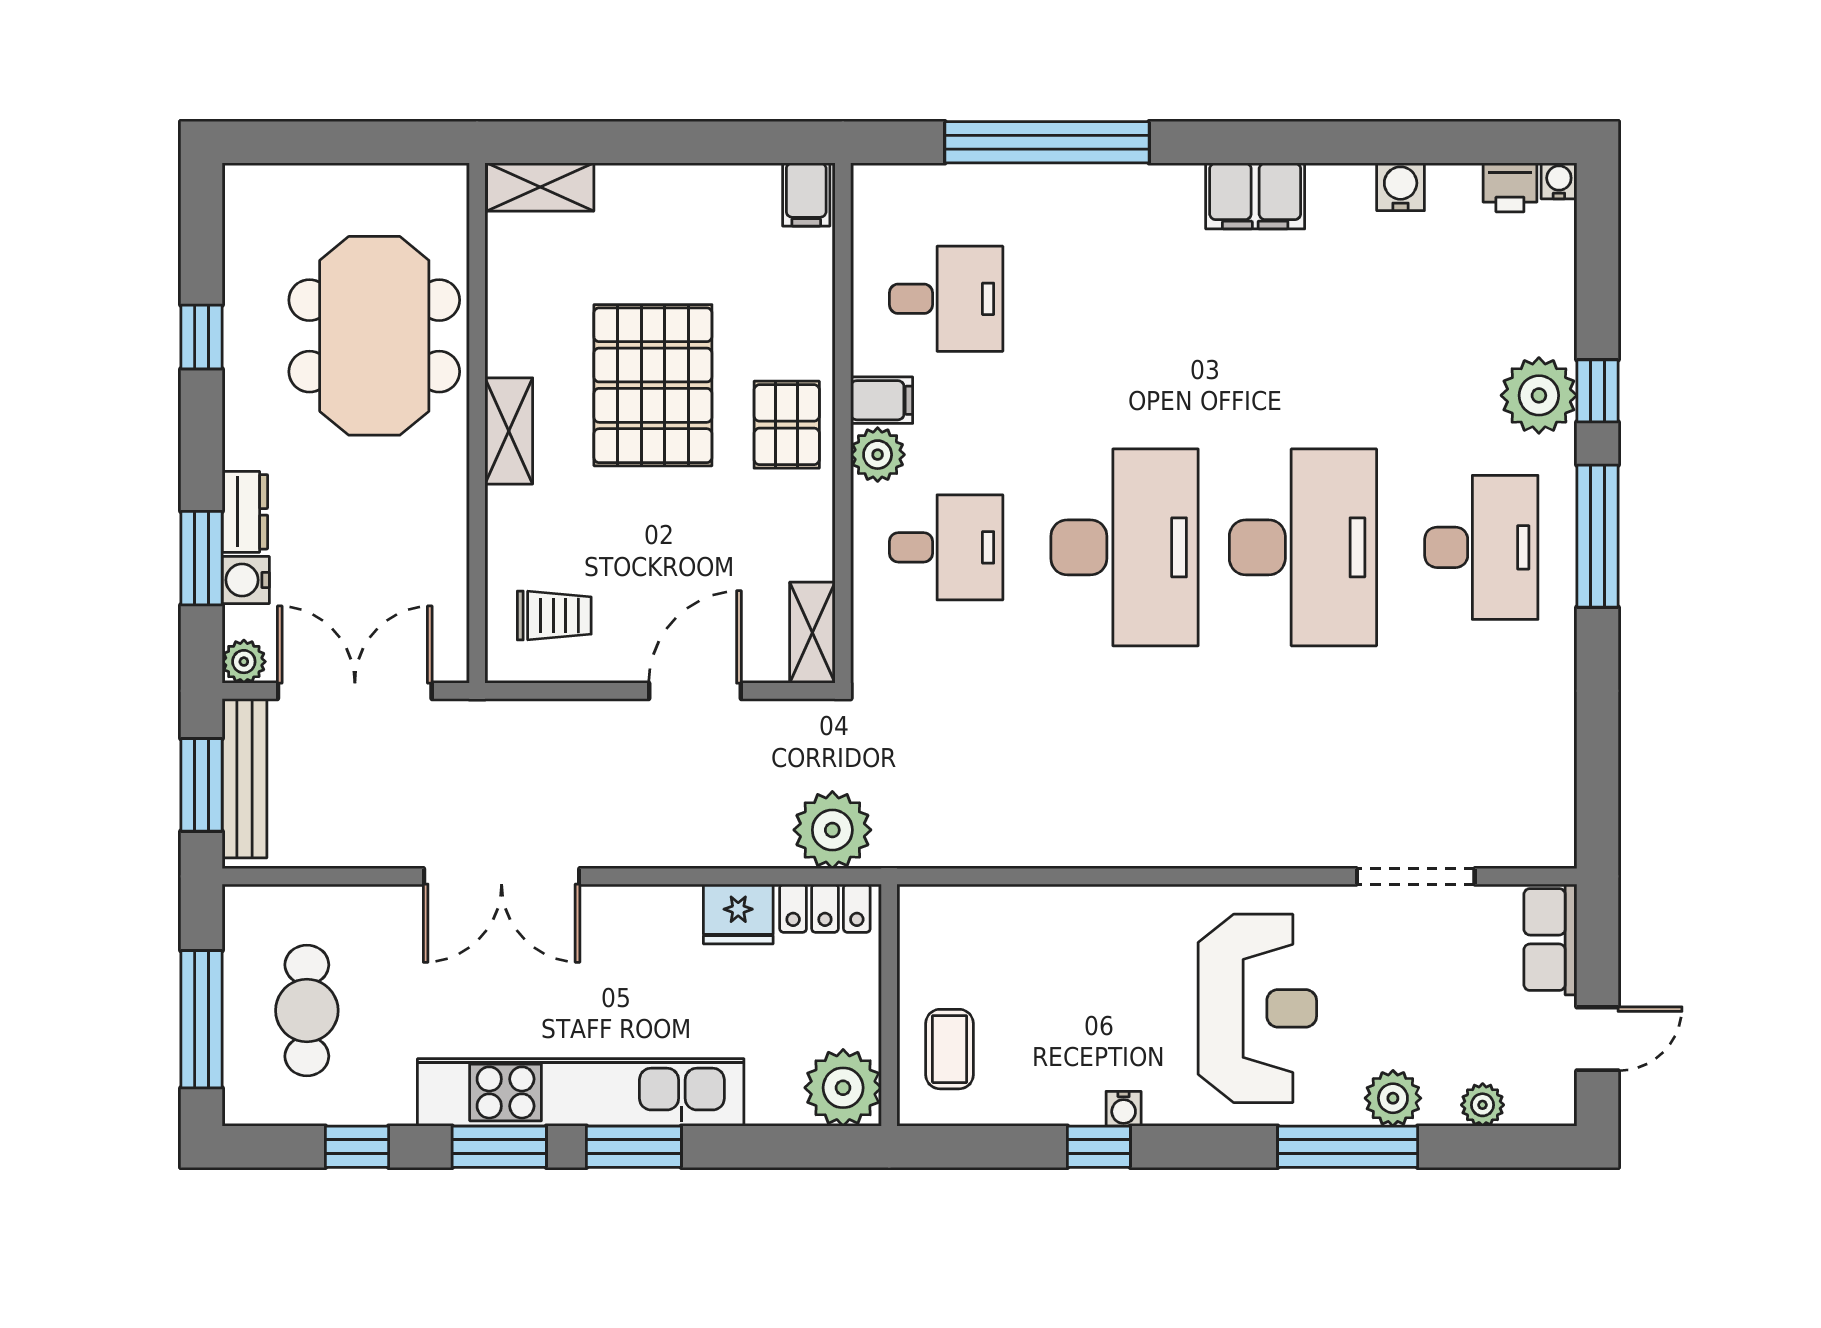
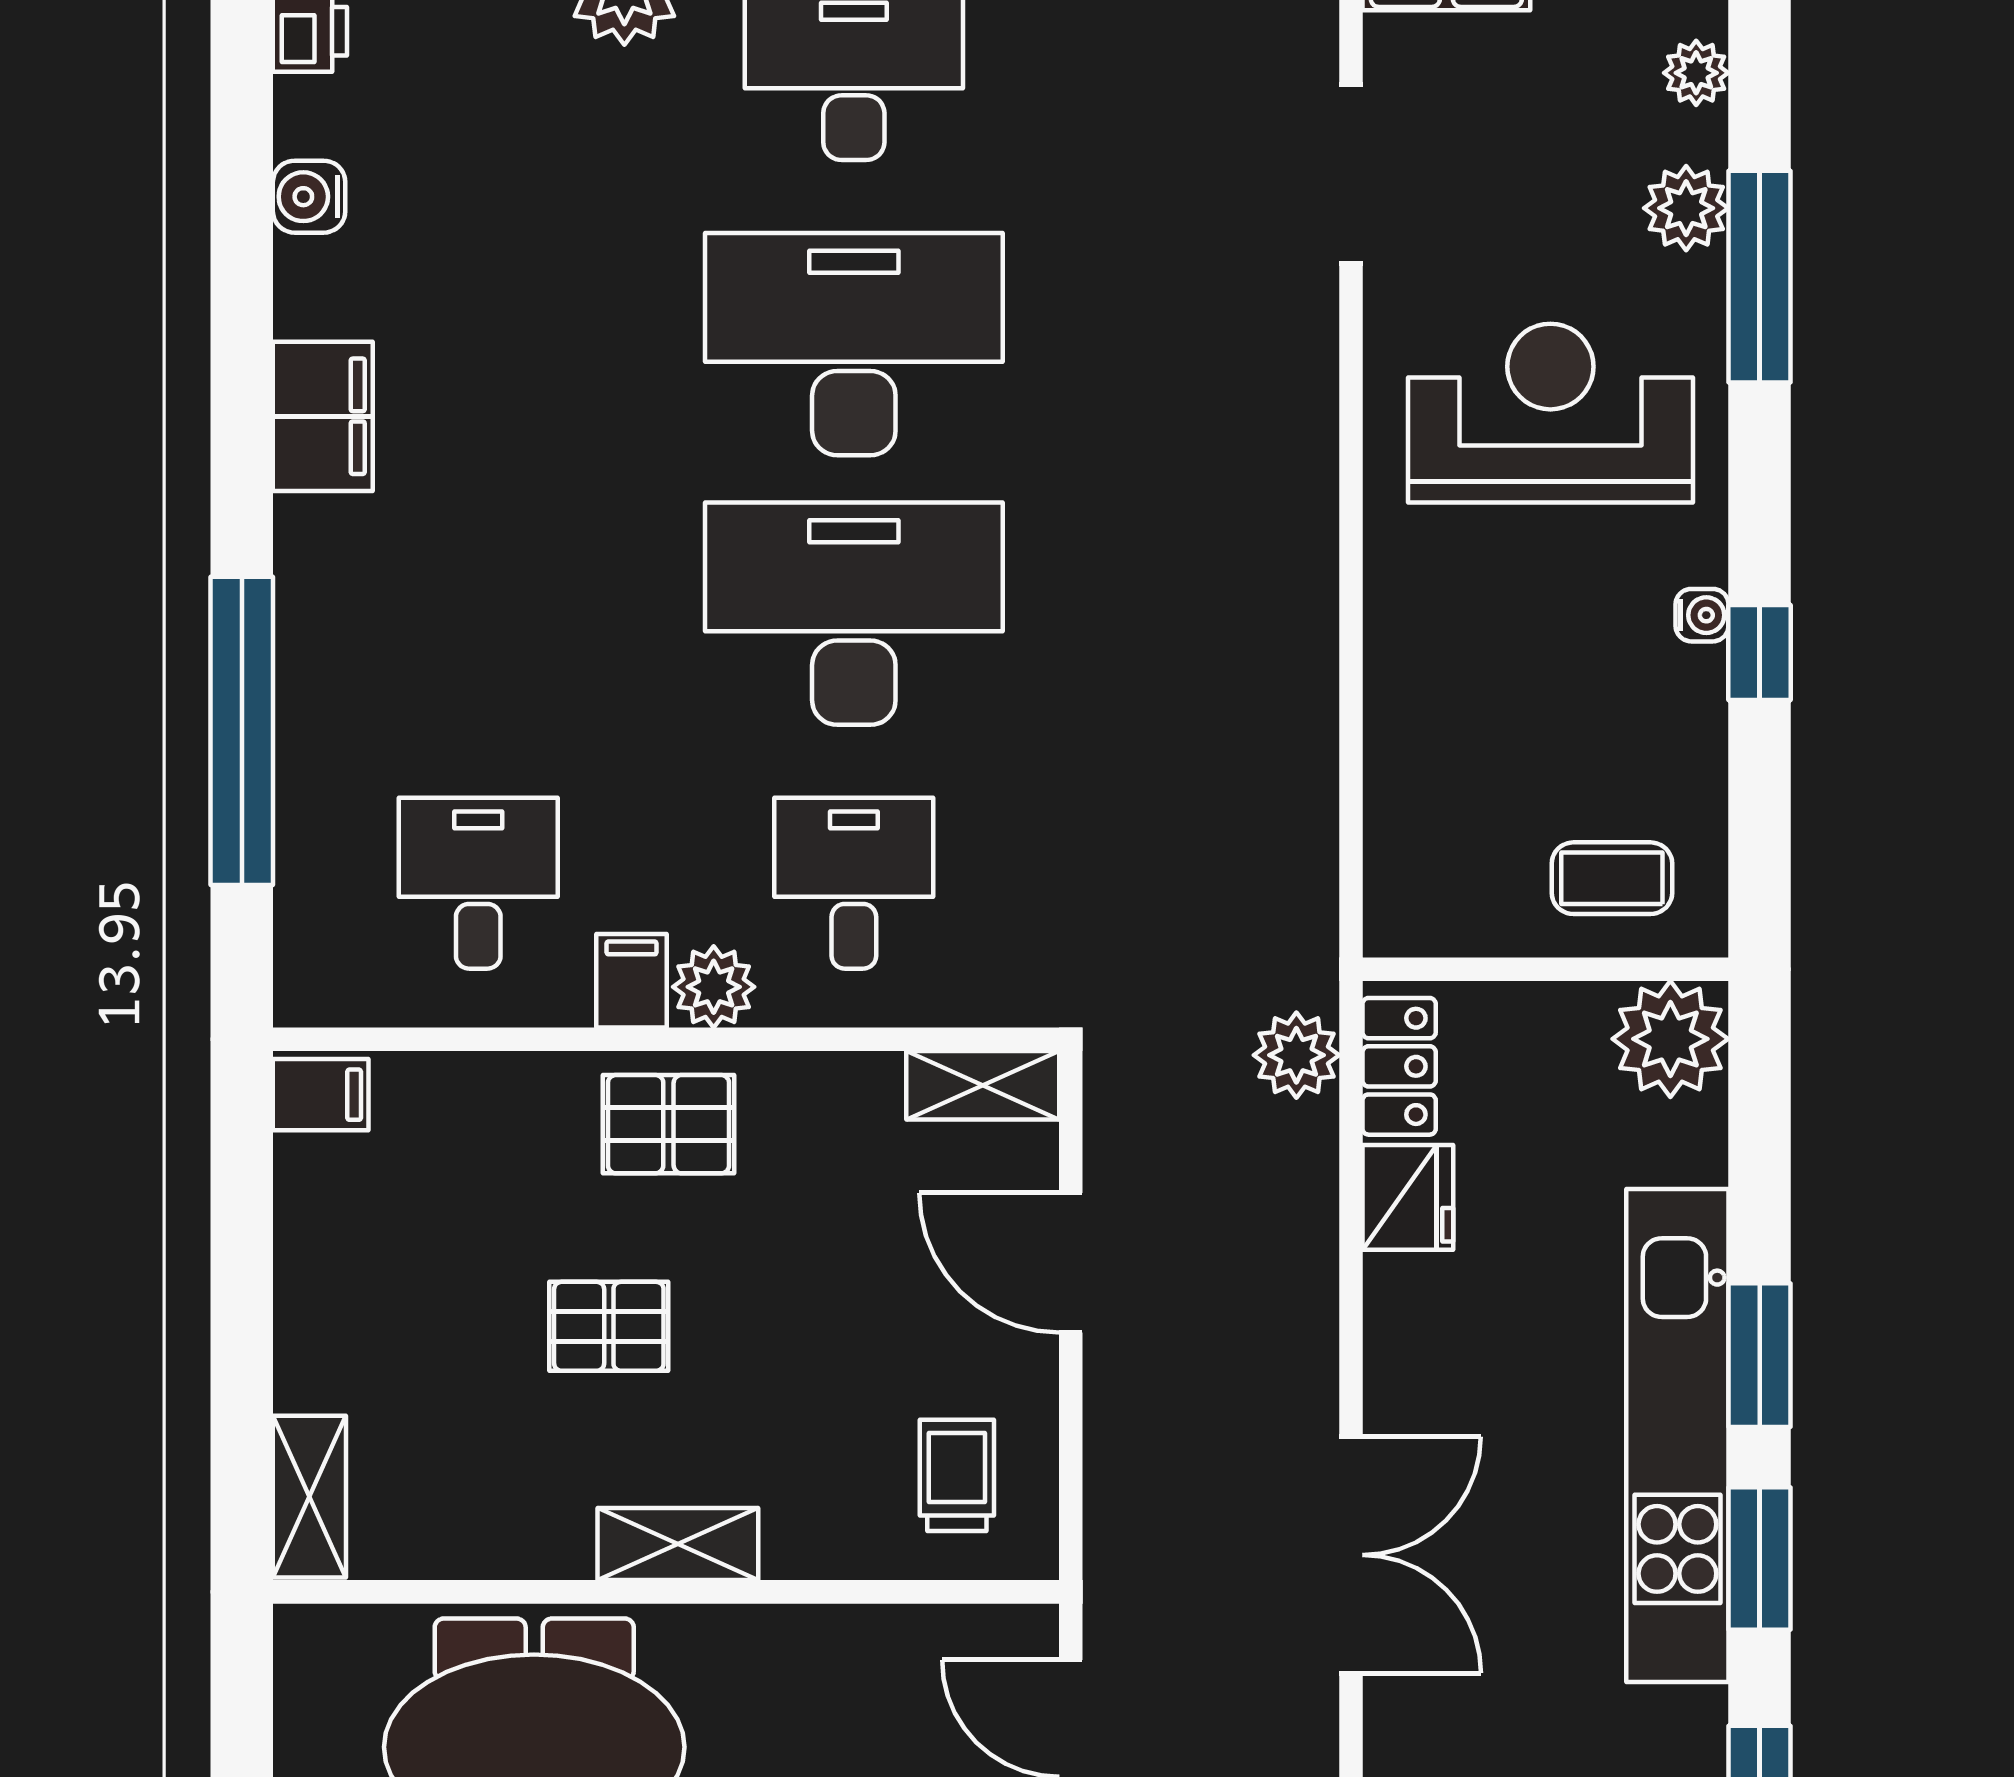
pallet: (653, 385) -> (609, 1326), width x0.49, depth x0.50
plant: (832, 830) -> (1296, 1055), width x0.73, depth x0.73

